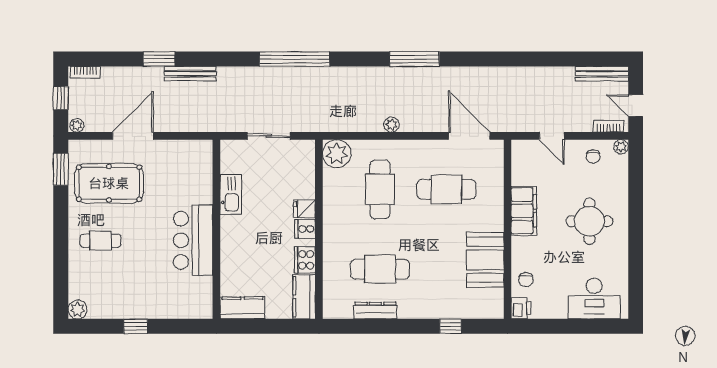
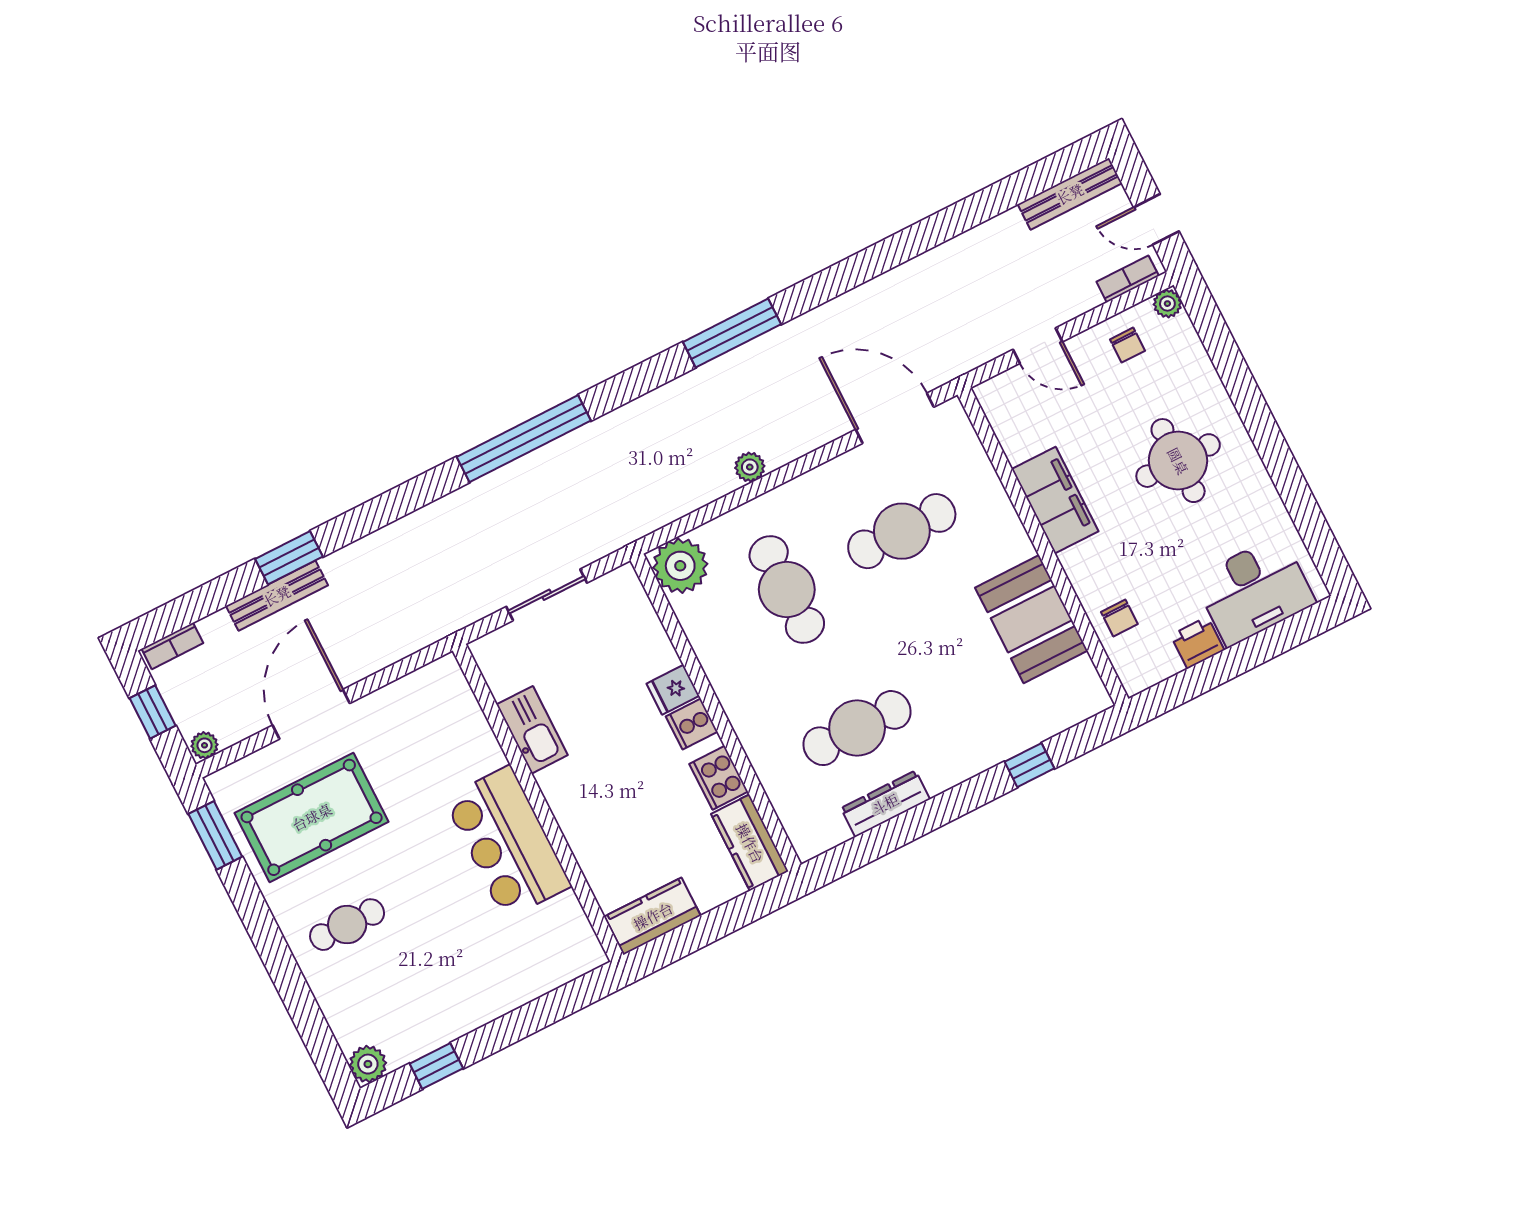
bench: (190, 74) -> (277, 596), moved
printer: (521, 308) -> (1197, 643), moved, turned -90
window: (136, 326) -> (436, 1066), moved

